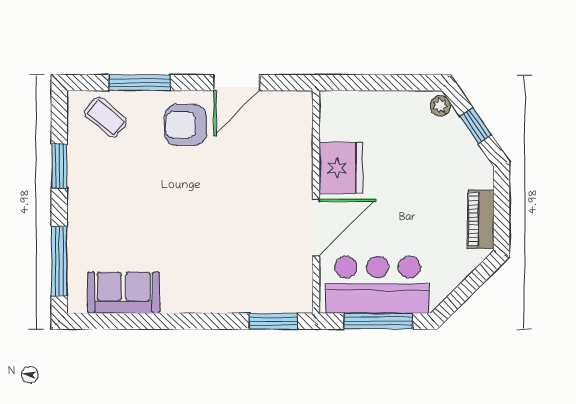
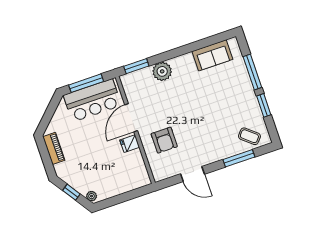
door: (237, 83) -> (193, 174), swing flipped
armchair: (186, 125) -> (164, 140), moved, turned 90
fridge: (341, 168) -> (130, 144), width x0.53, depth x0.75
window: (59, 261) -> (252, 72), moved
plant: (228, 295) -> (162, 71), added

